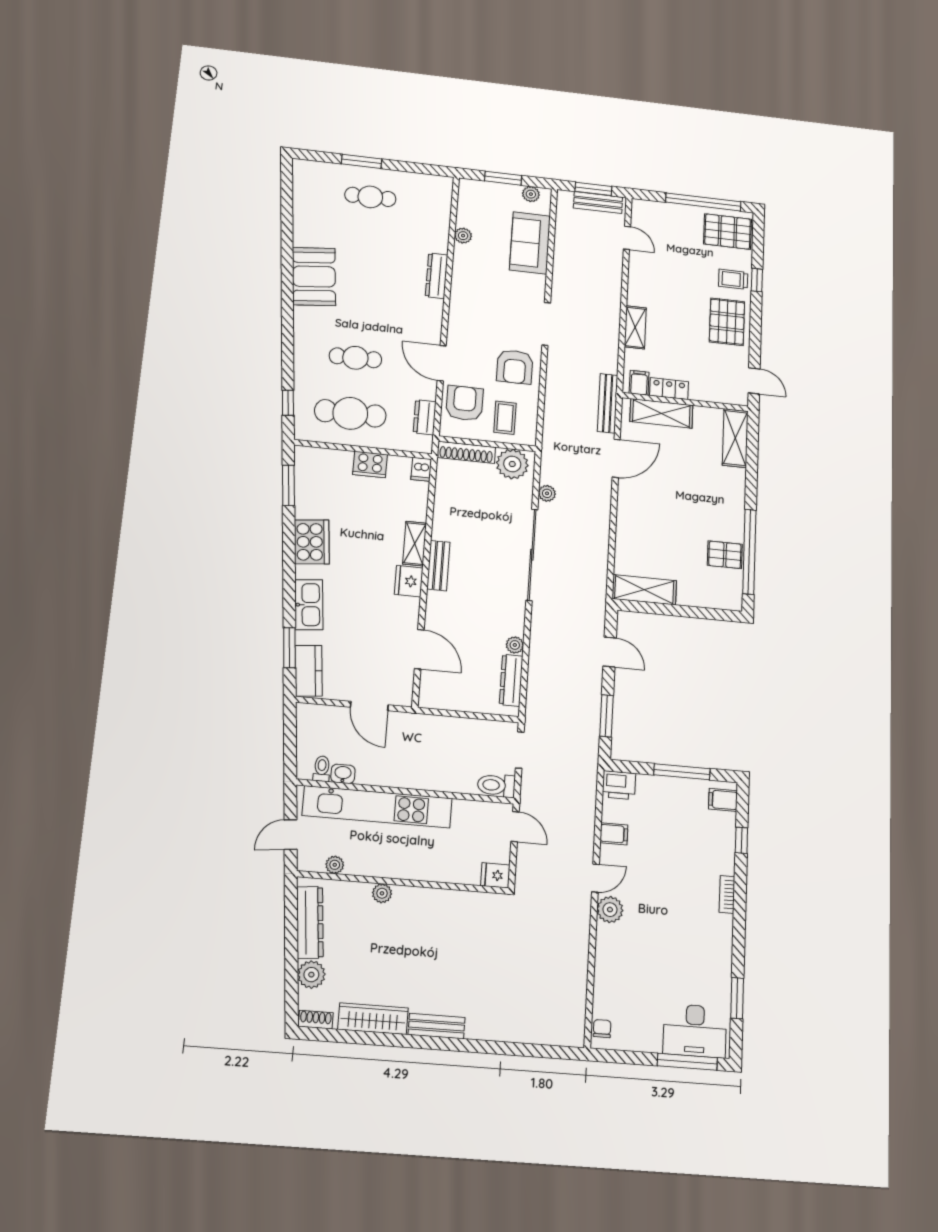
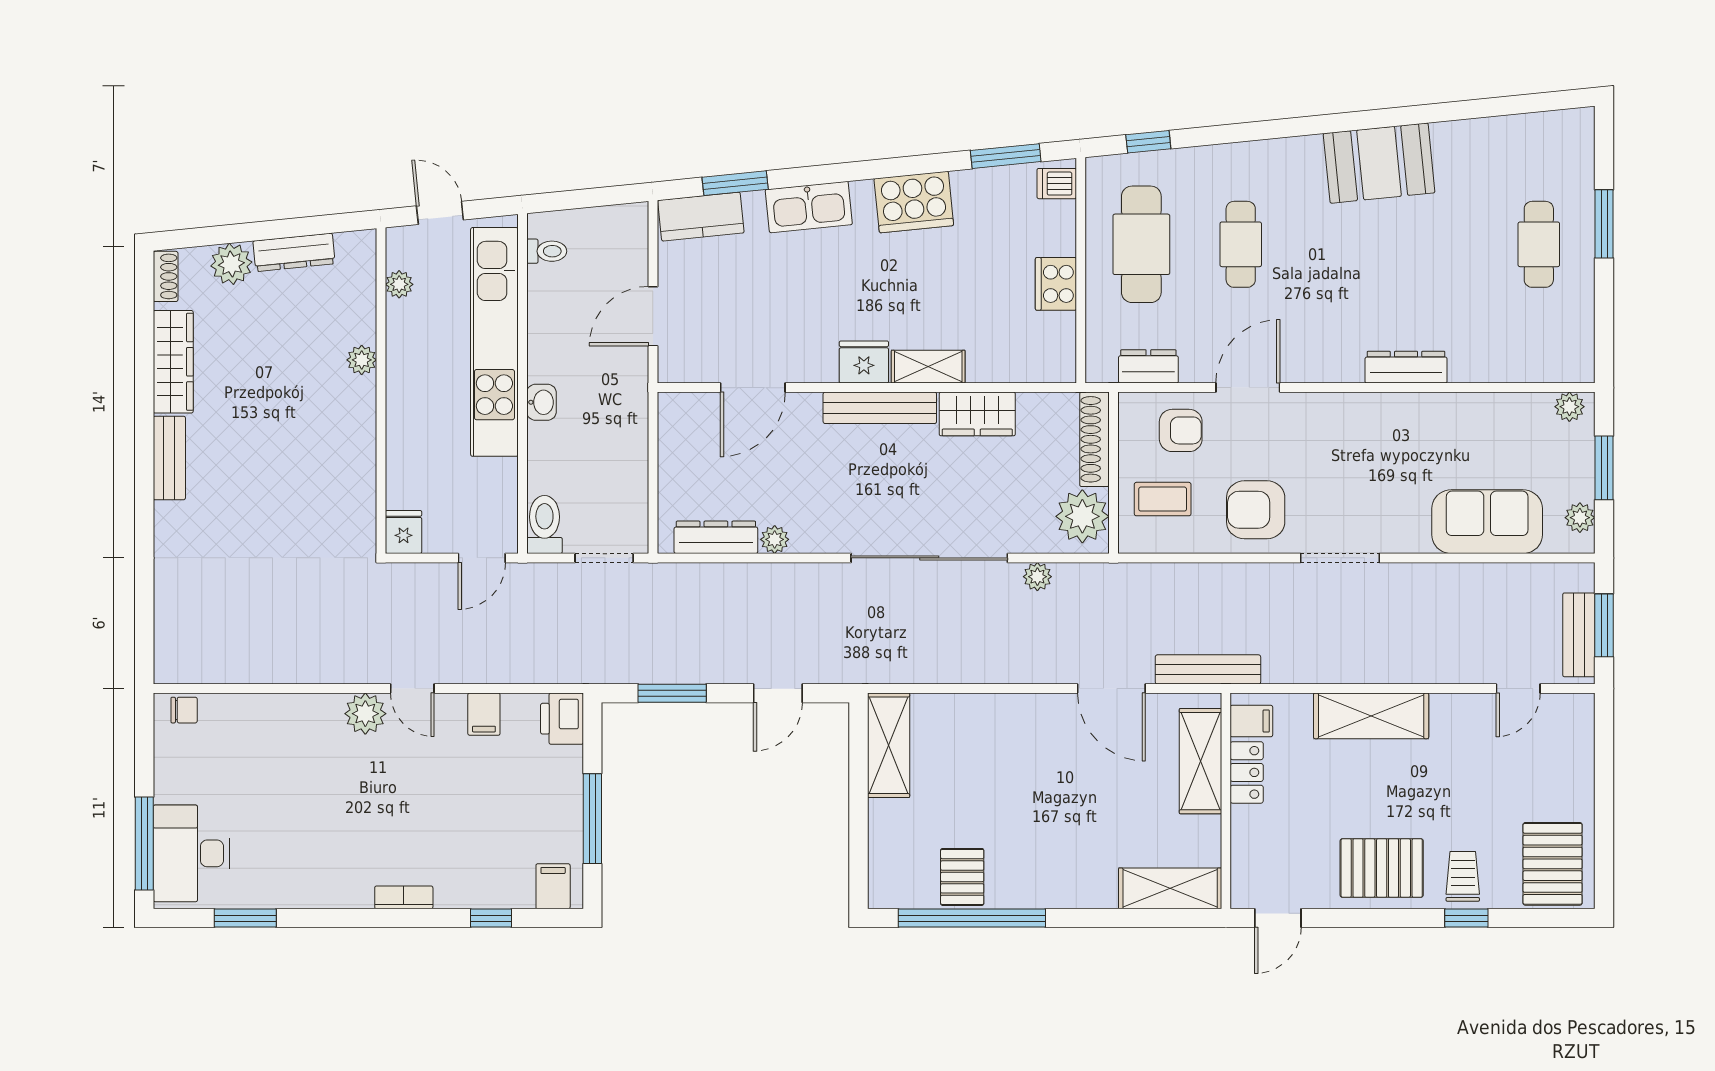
window: (703, 202) -> (1604, 819), removed
plant: (463, 236) -> (1569, 407), moved
shelving: (635, 327) -> (1371, 716), width x1.50, depth x1.33
armchair: (465, 403) -> (1181, 430), width x0.72, depth x0.72
dishwasher: (421, 469) -> (1057, 184), moved
wardrobe: (446, 518) -> (977, 414), added
bench: (438, 566) -> (880, 408), width x1.36
washbasin: (343, 774) -> (541, 402), moved
dresser: (310, 922) -> (294, 252), width x0.73, depth x0.80

